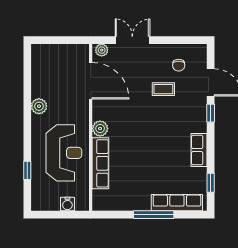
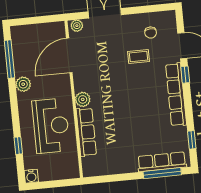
window: (27, 78) -> (10, 59), added
door: (91, 81) -> (69, 55), swing flipped
row of seats: (199, 150) -> (176, 95), width x2.02
water cooler: (67, 204) -> (31, 176), moved
window: (154, 215) -> (162, 173), moved

